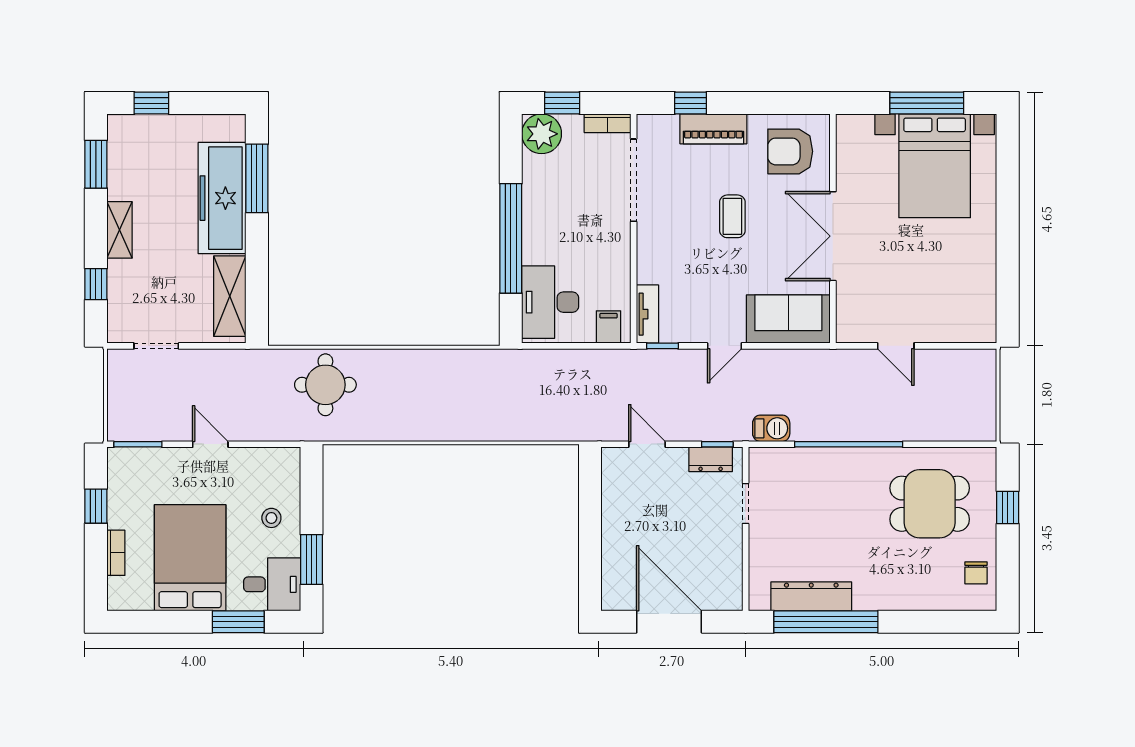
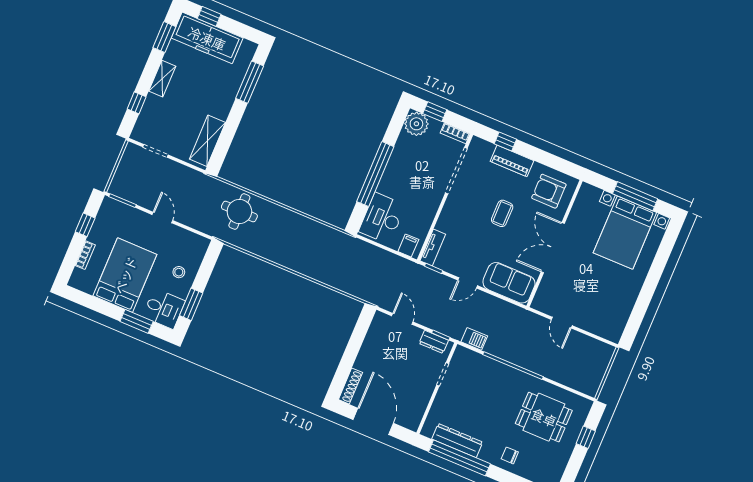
freezer: (222, 198) -> (207, 38), moved, turned -90
chair: (976, 573) -> (510, 455), moved, turned 90
shoe rack: (611, 582) -> (350, 386), added

